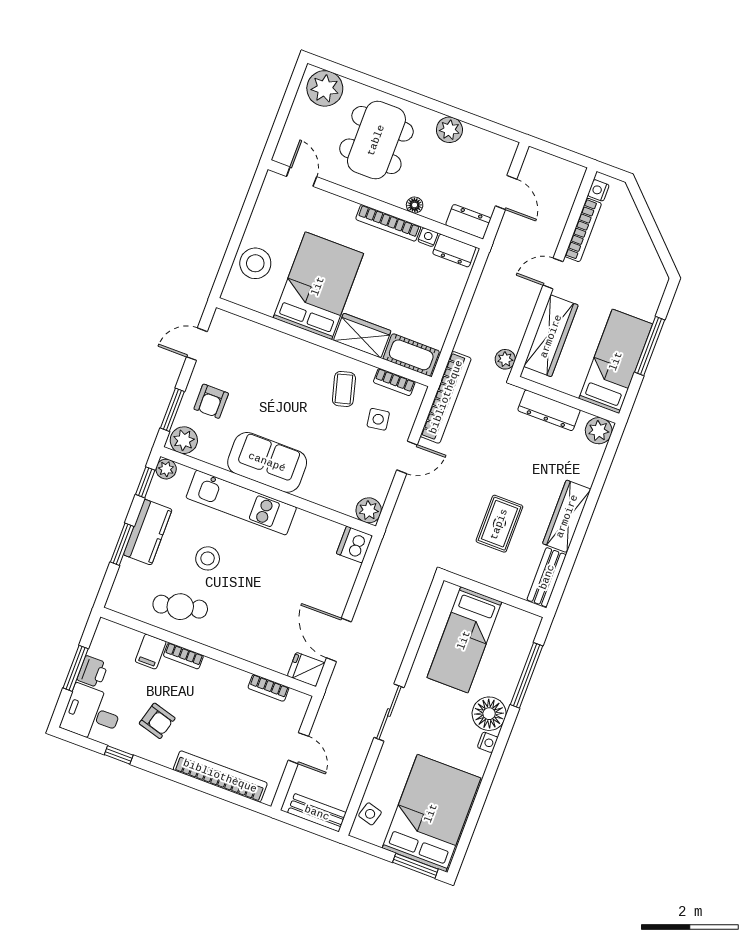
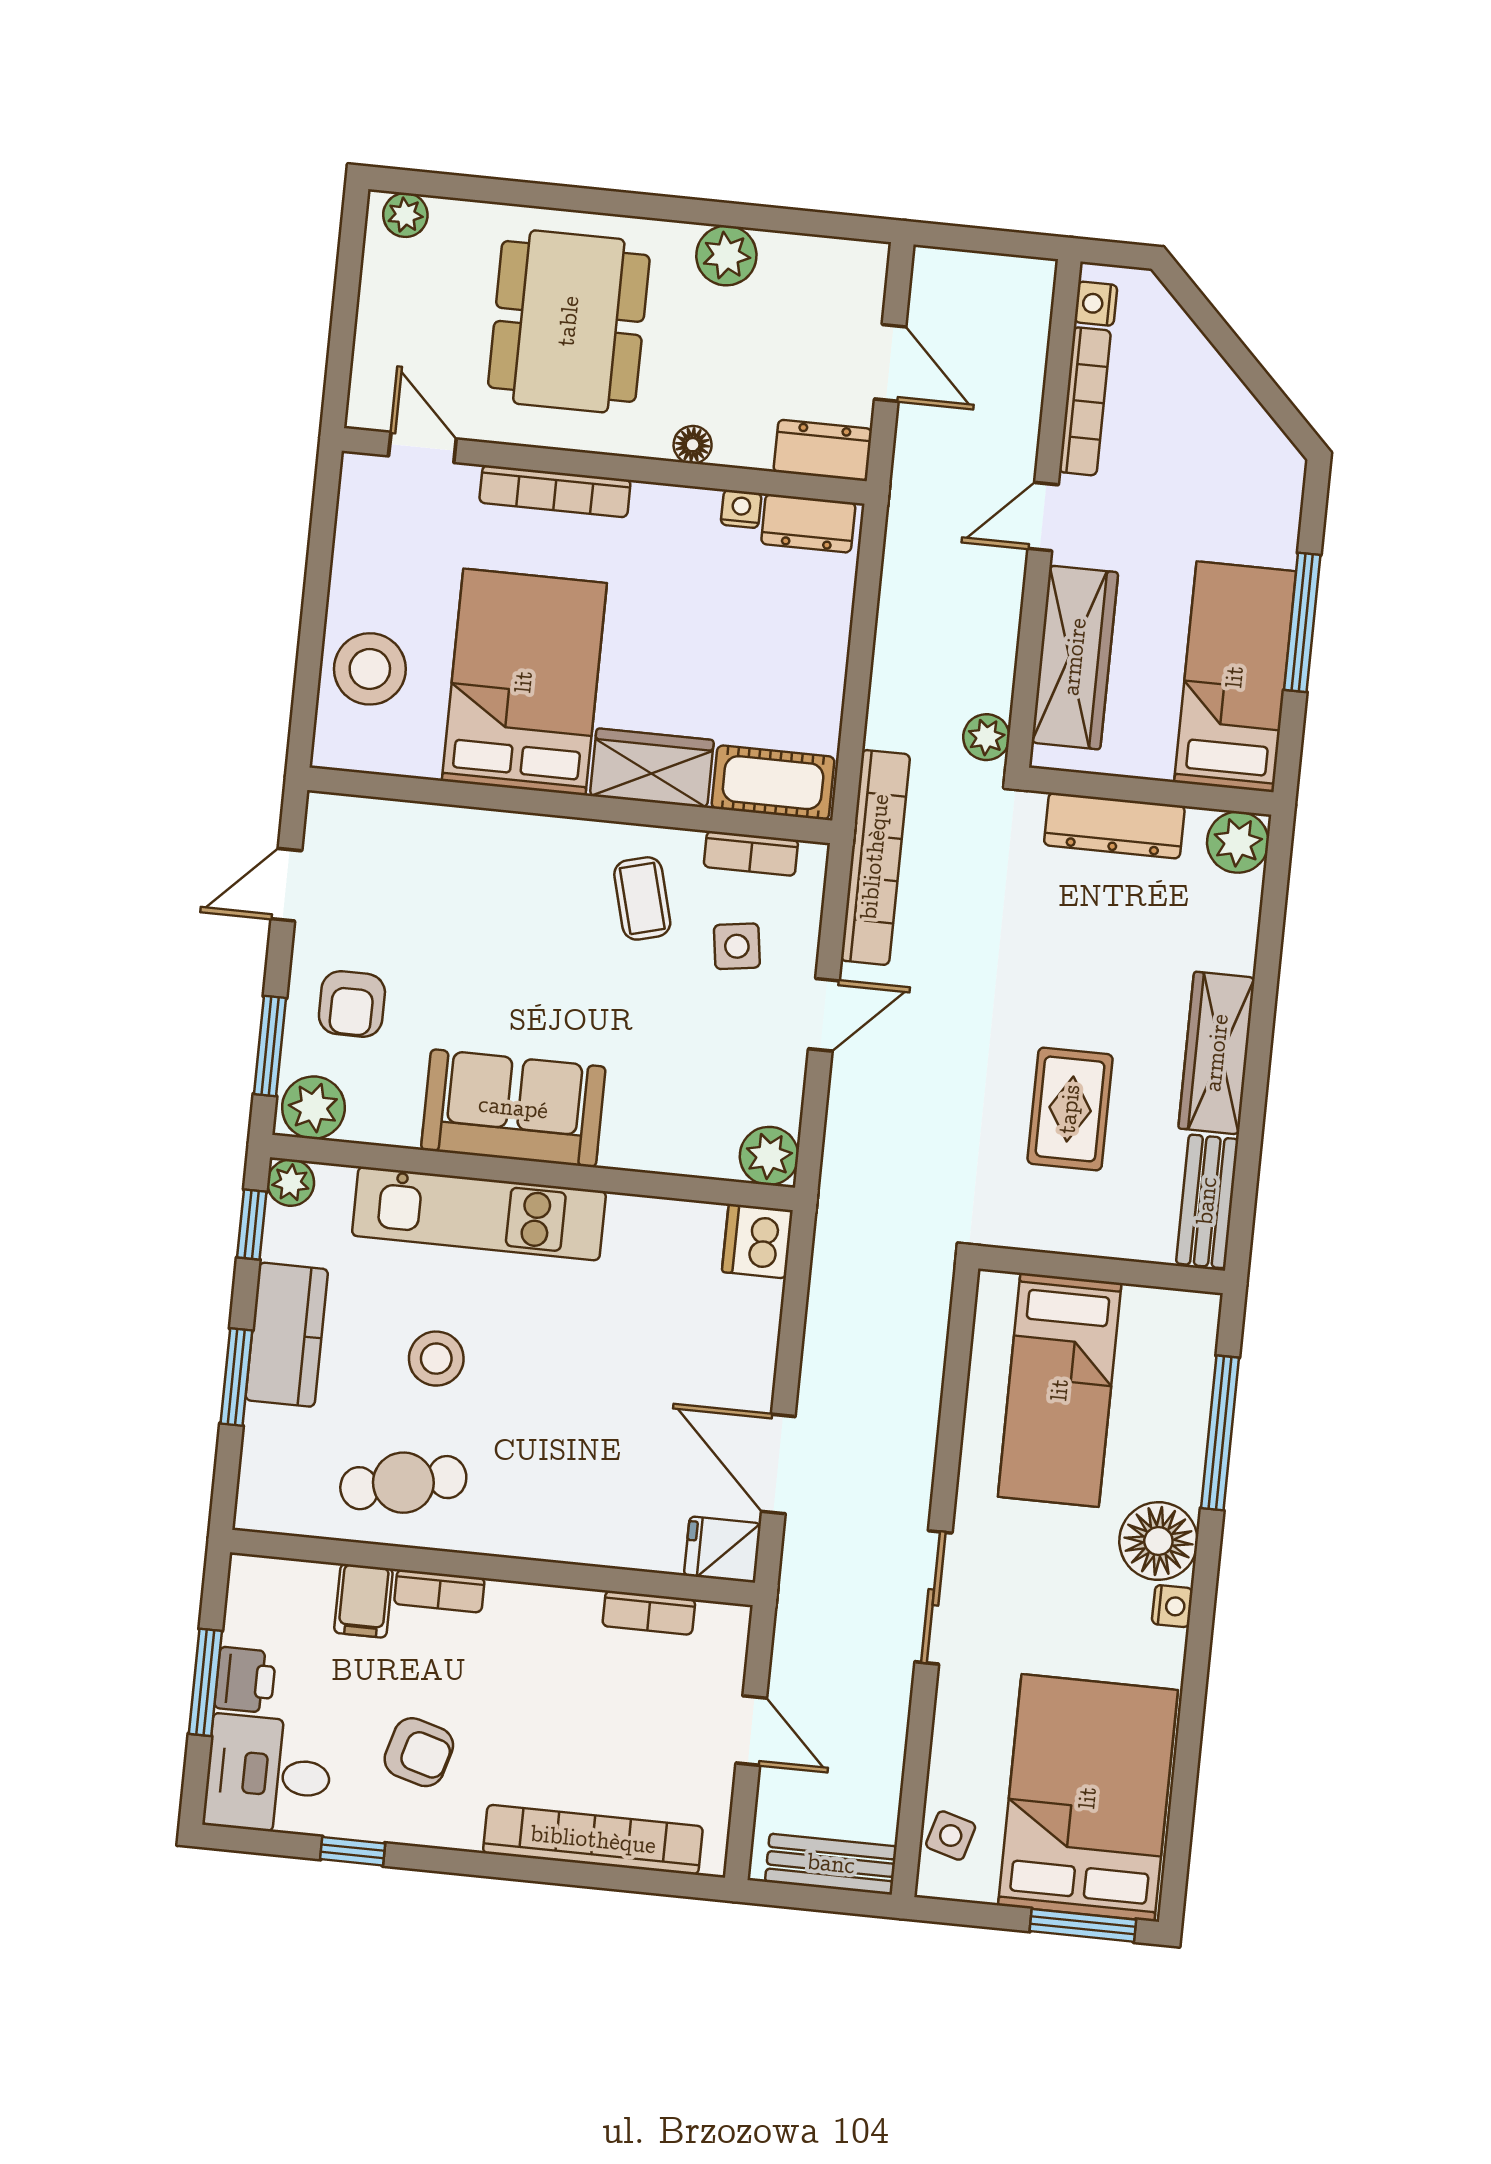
plant: (325, 88) -> (405, 215), width x0.53, depth x0.53
bookcase: (388, 223) -> (555, 491), moved

